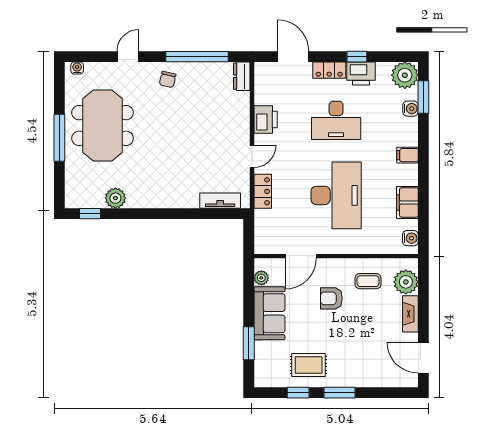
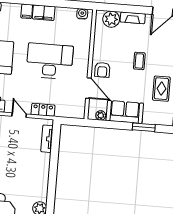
filing cabinet: (407, 202) -> (44, 13), moved
coffee table: (368, 281) -> (139, 61), moved
armchair: (331, 298) -> (102, 70), moved

